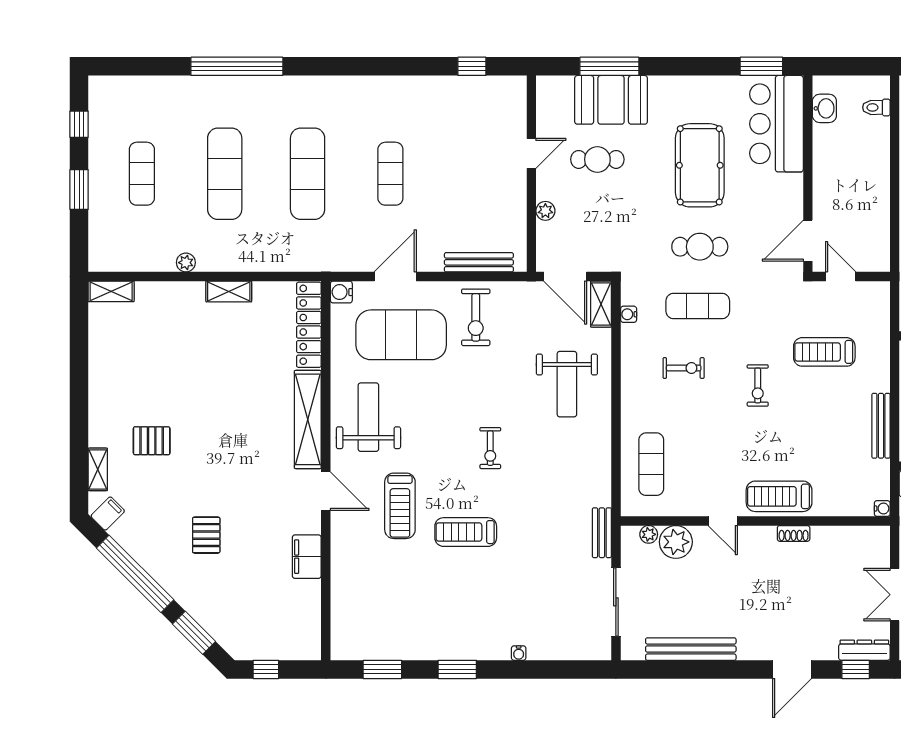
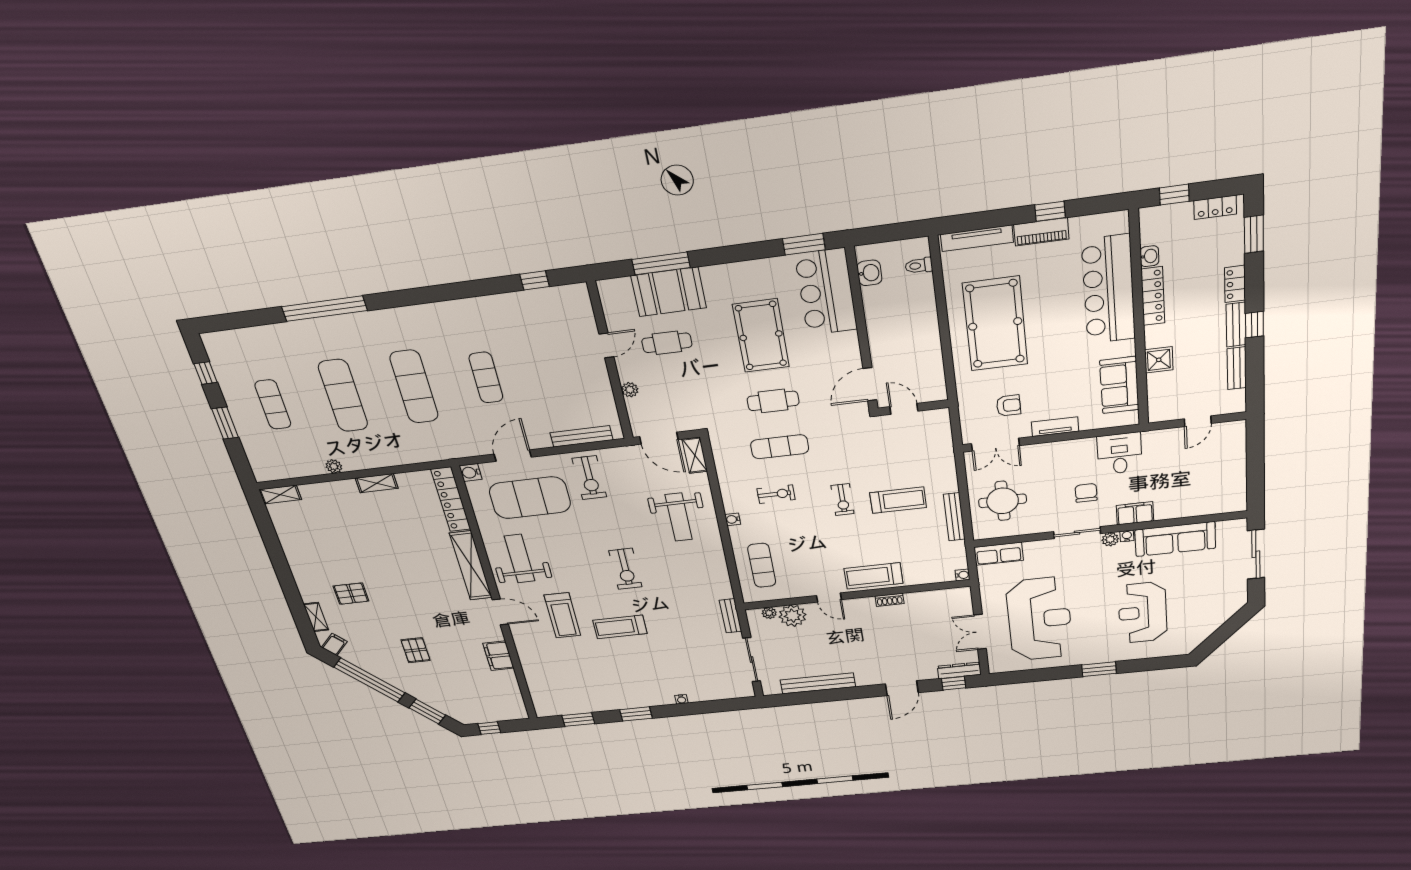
water cooler: (629, 314) -> (733, 519), moved
treadmill: (824, 352) -> (898, 500), moved, turned 180
exercise bike: (490, 448) -> (625, 569), width x1.38, depth x1.39

